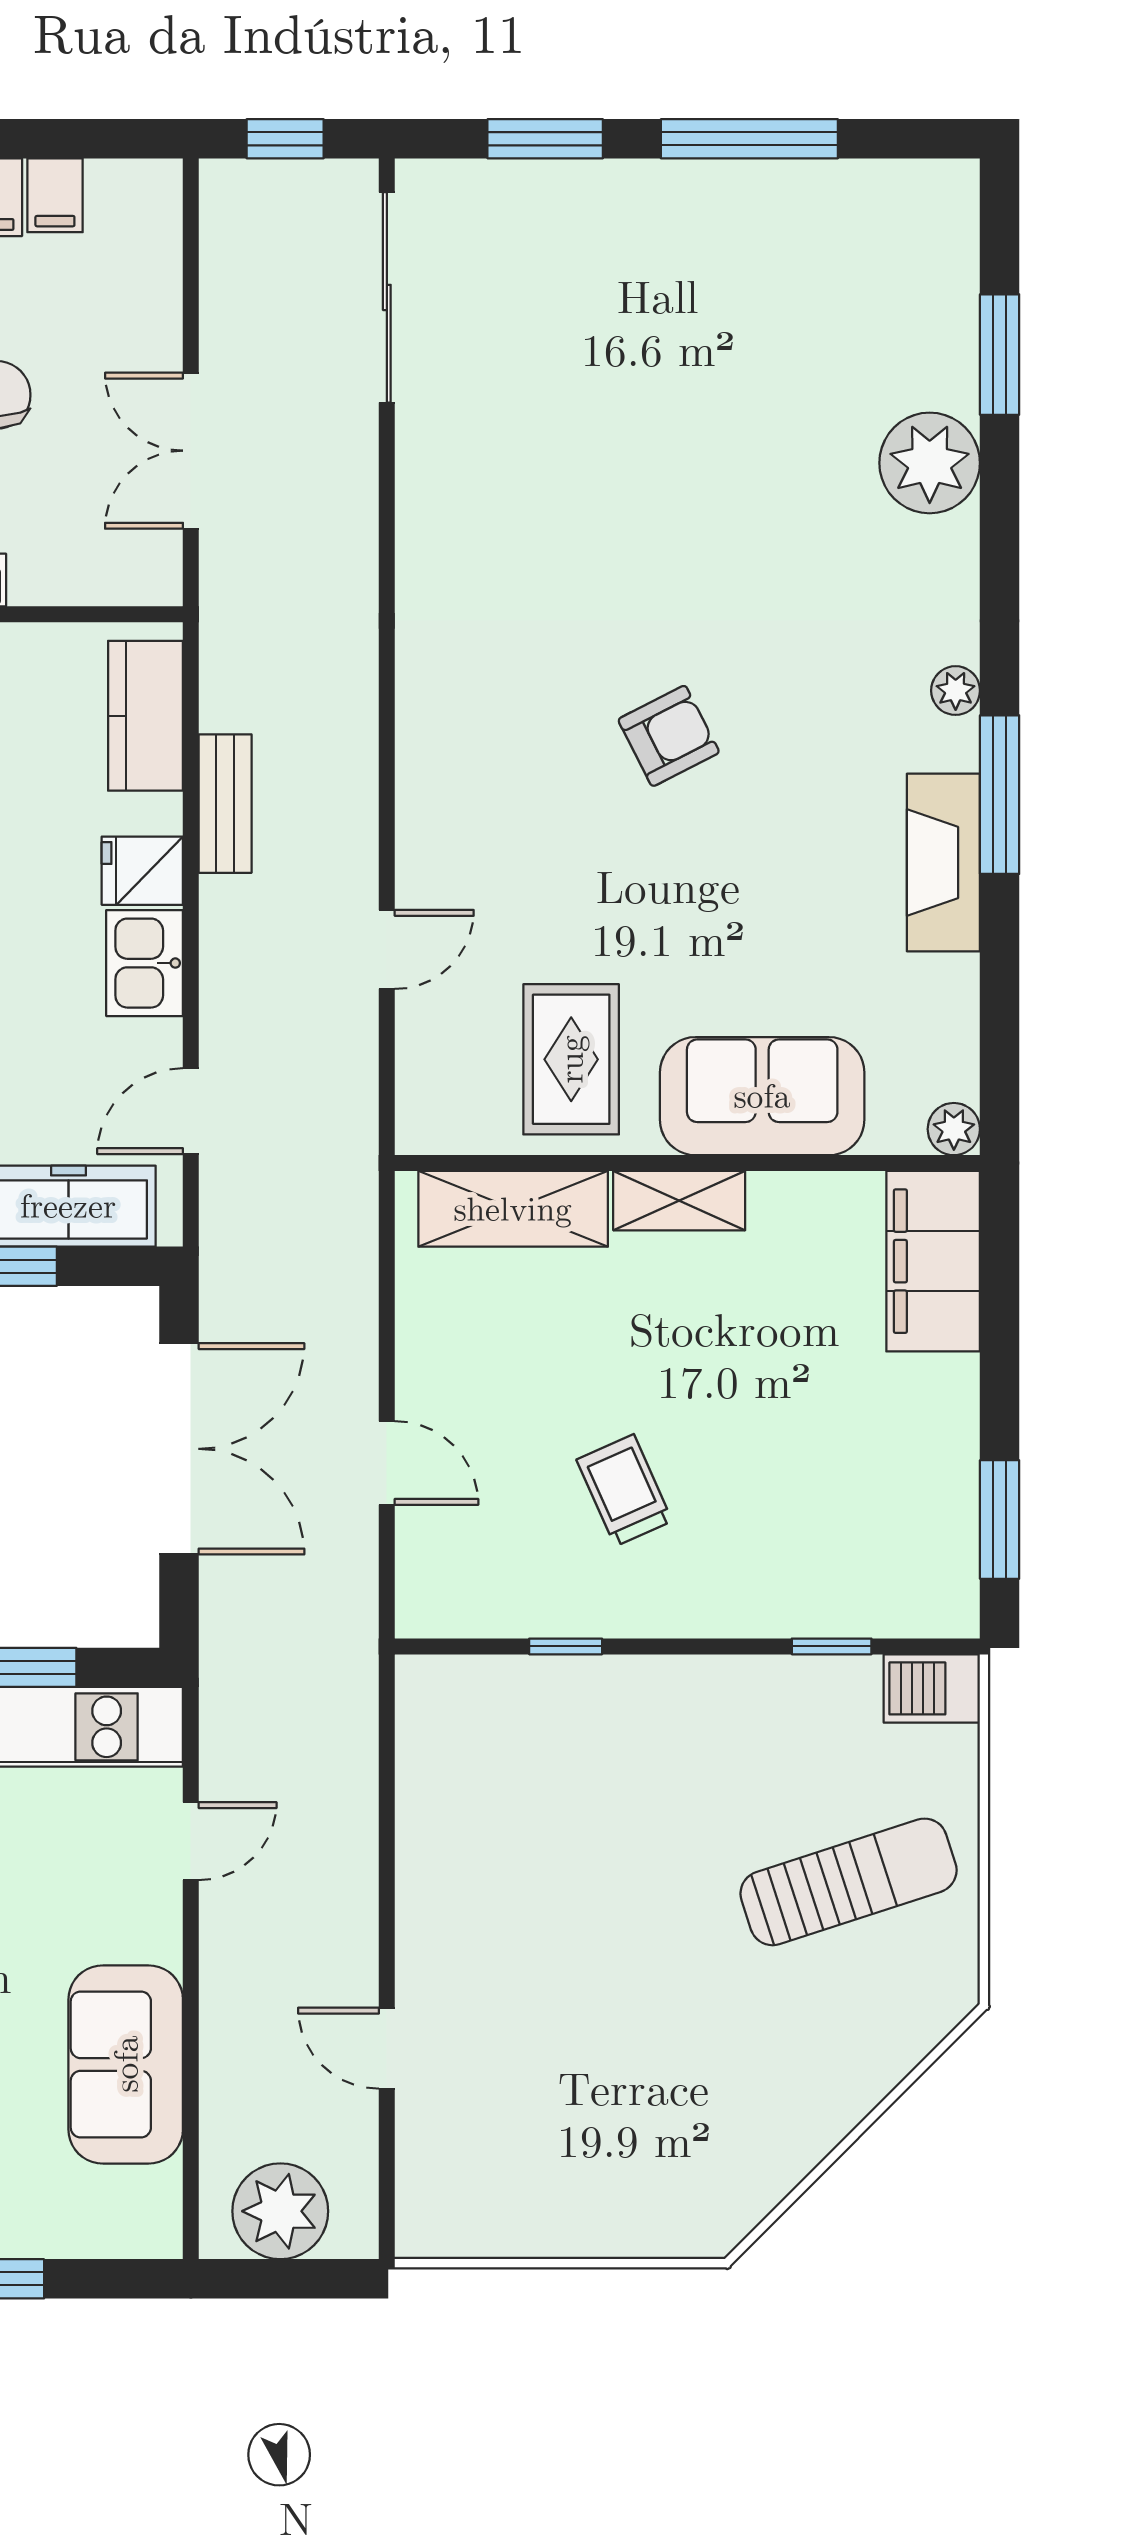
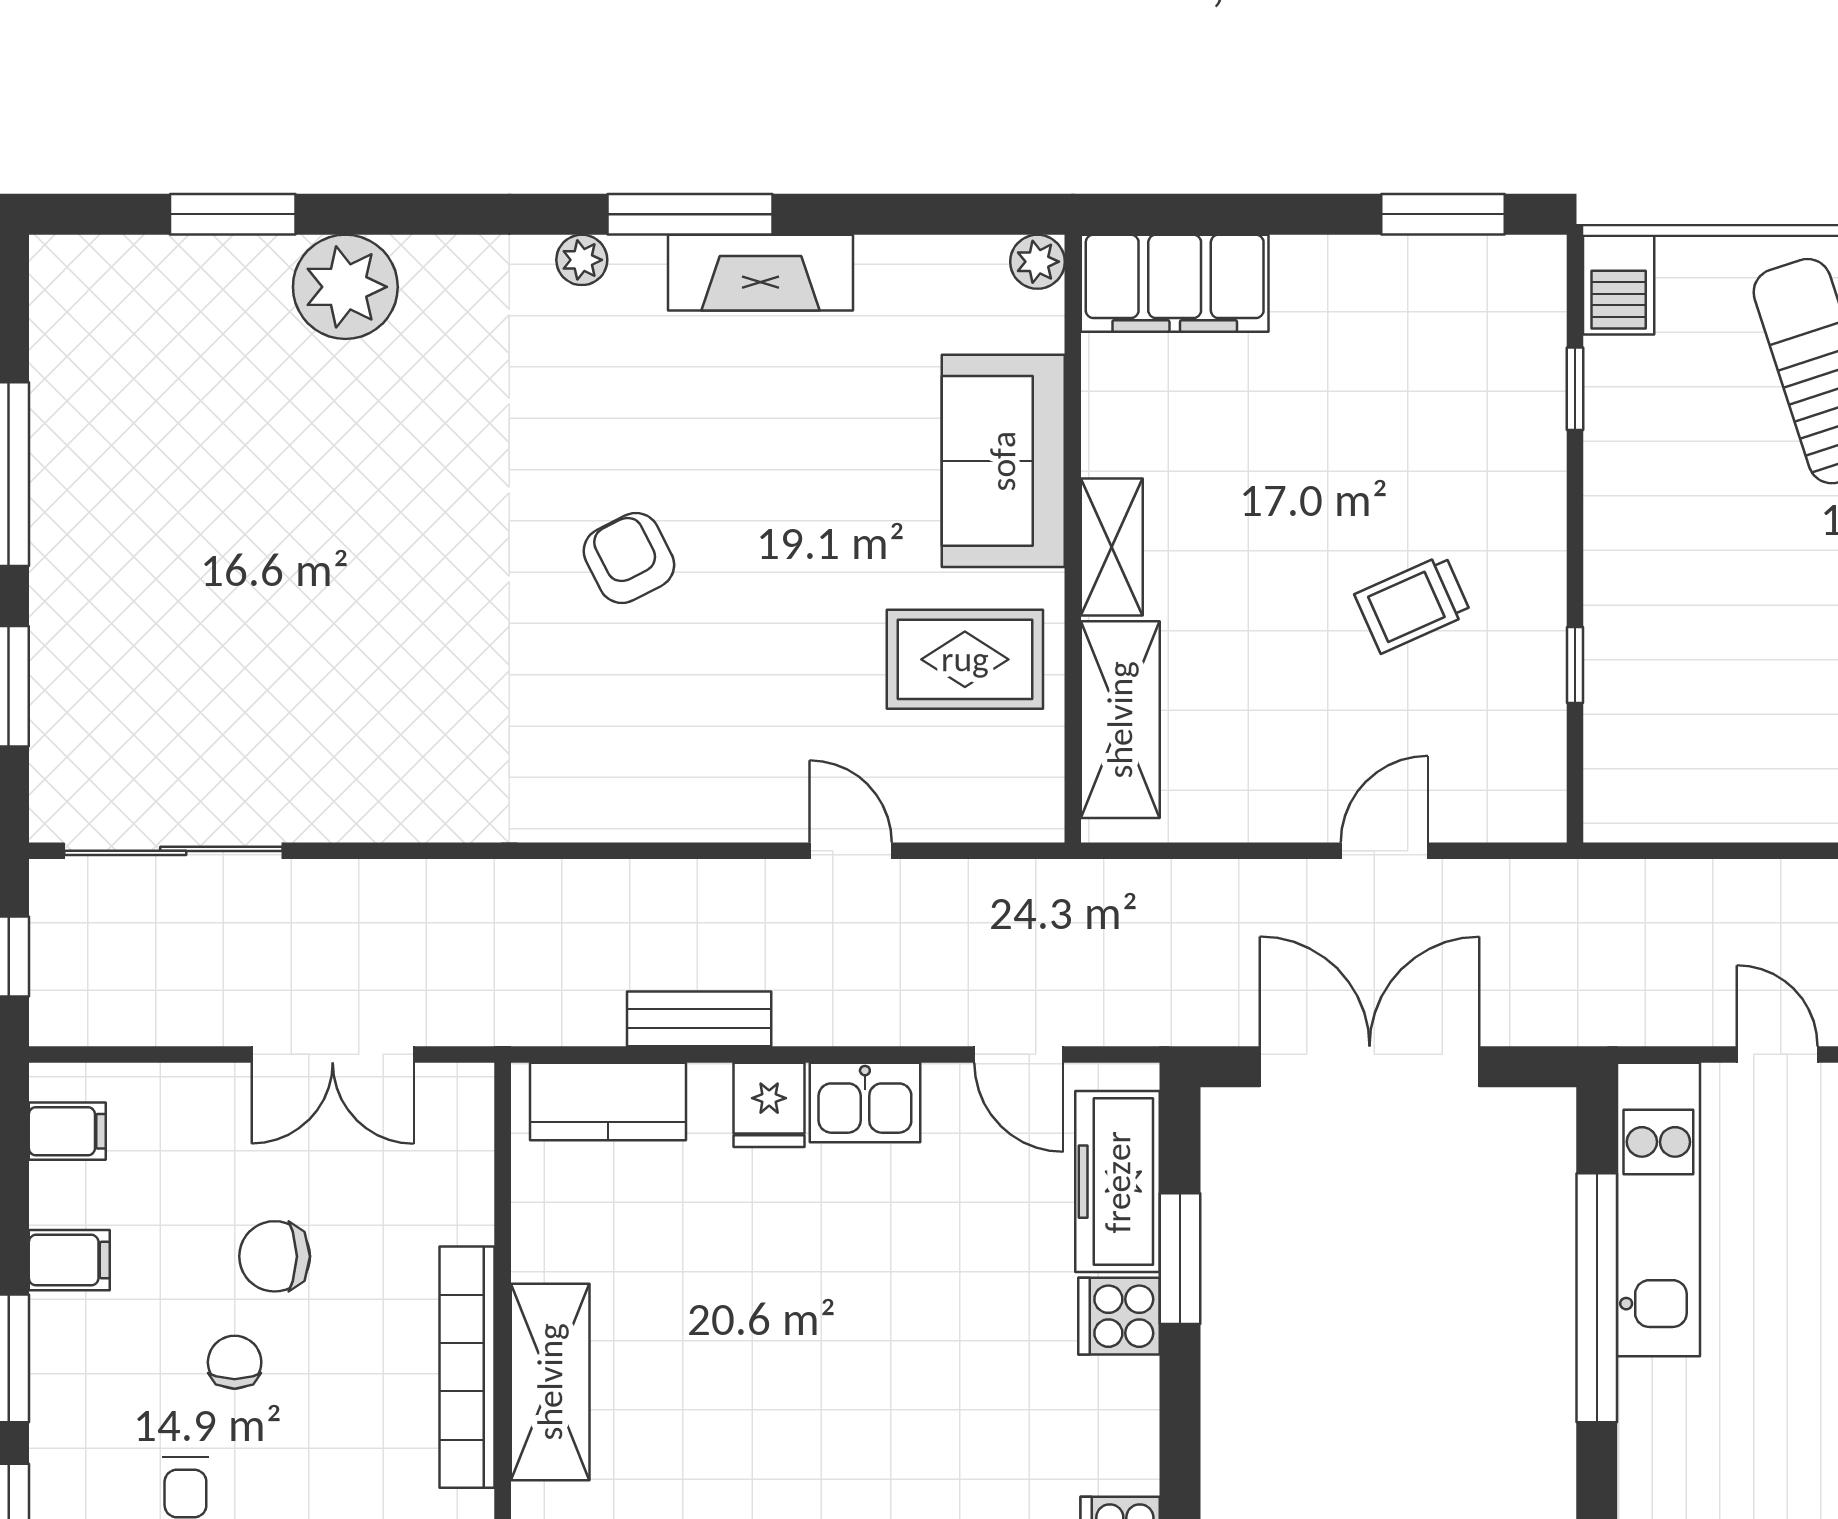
filing cabinet: (55, 195) -> (67, 1131), moved

